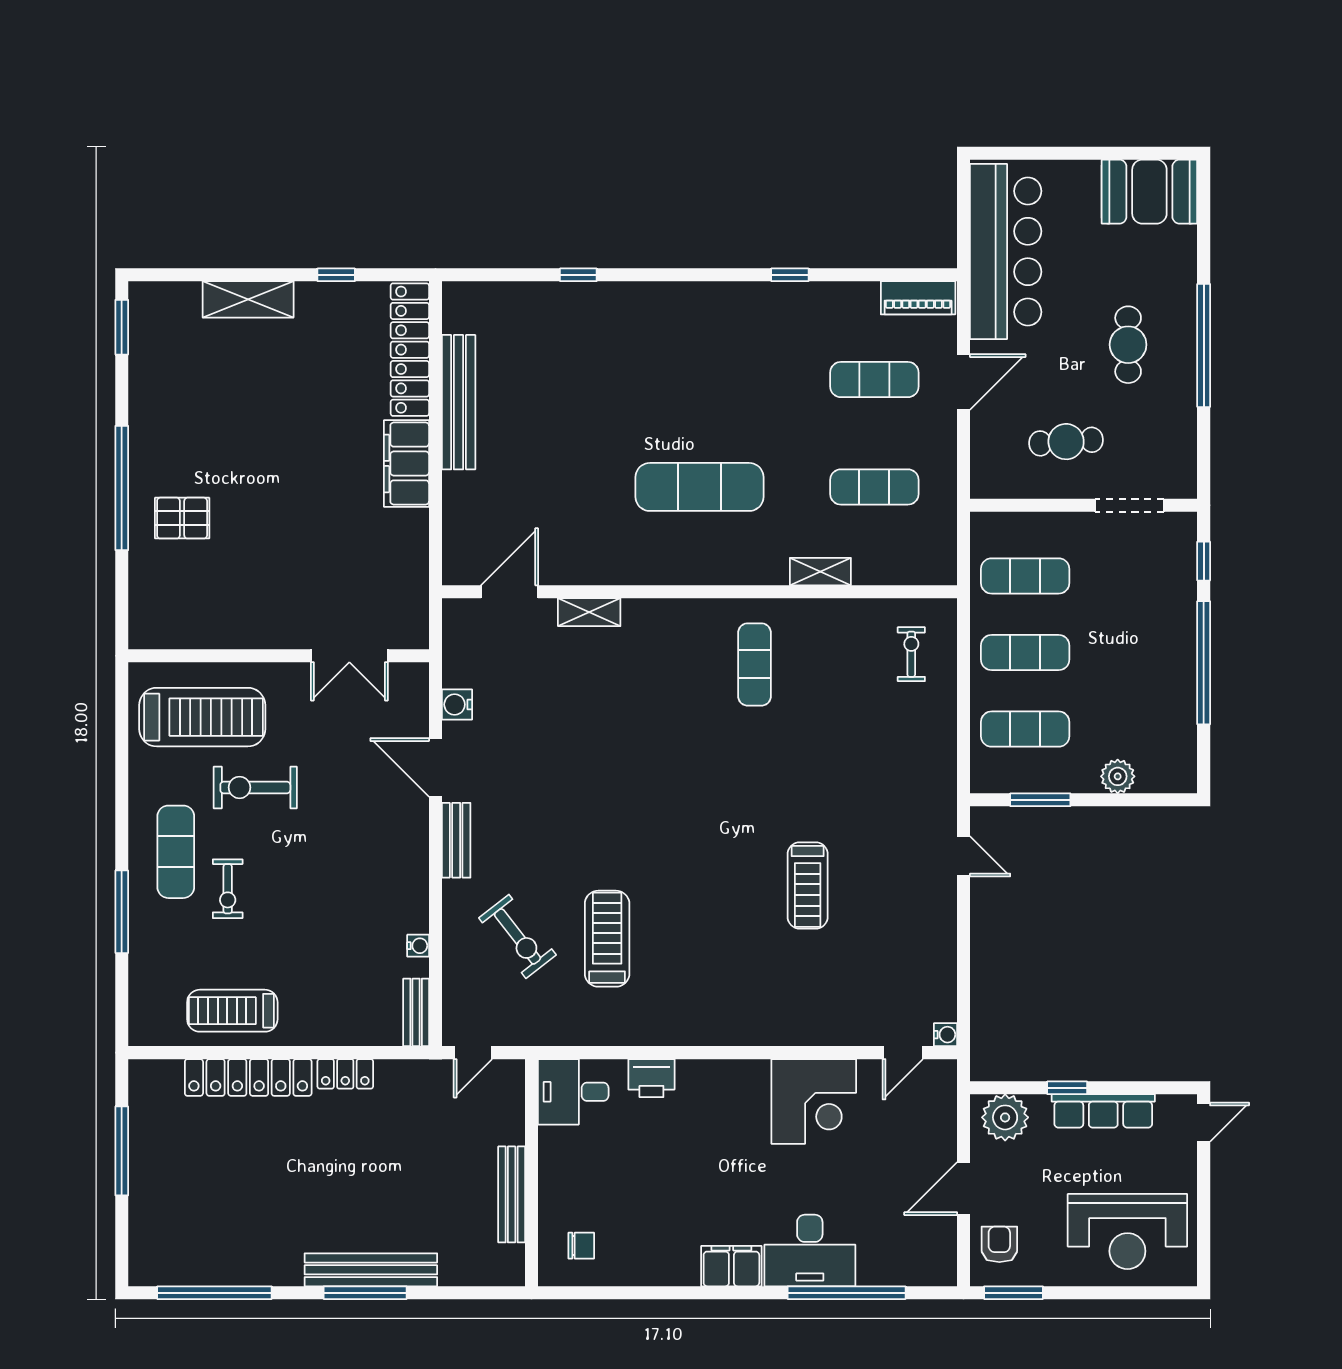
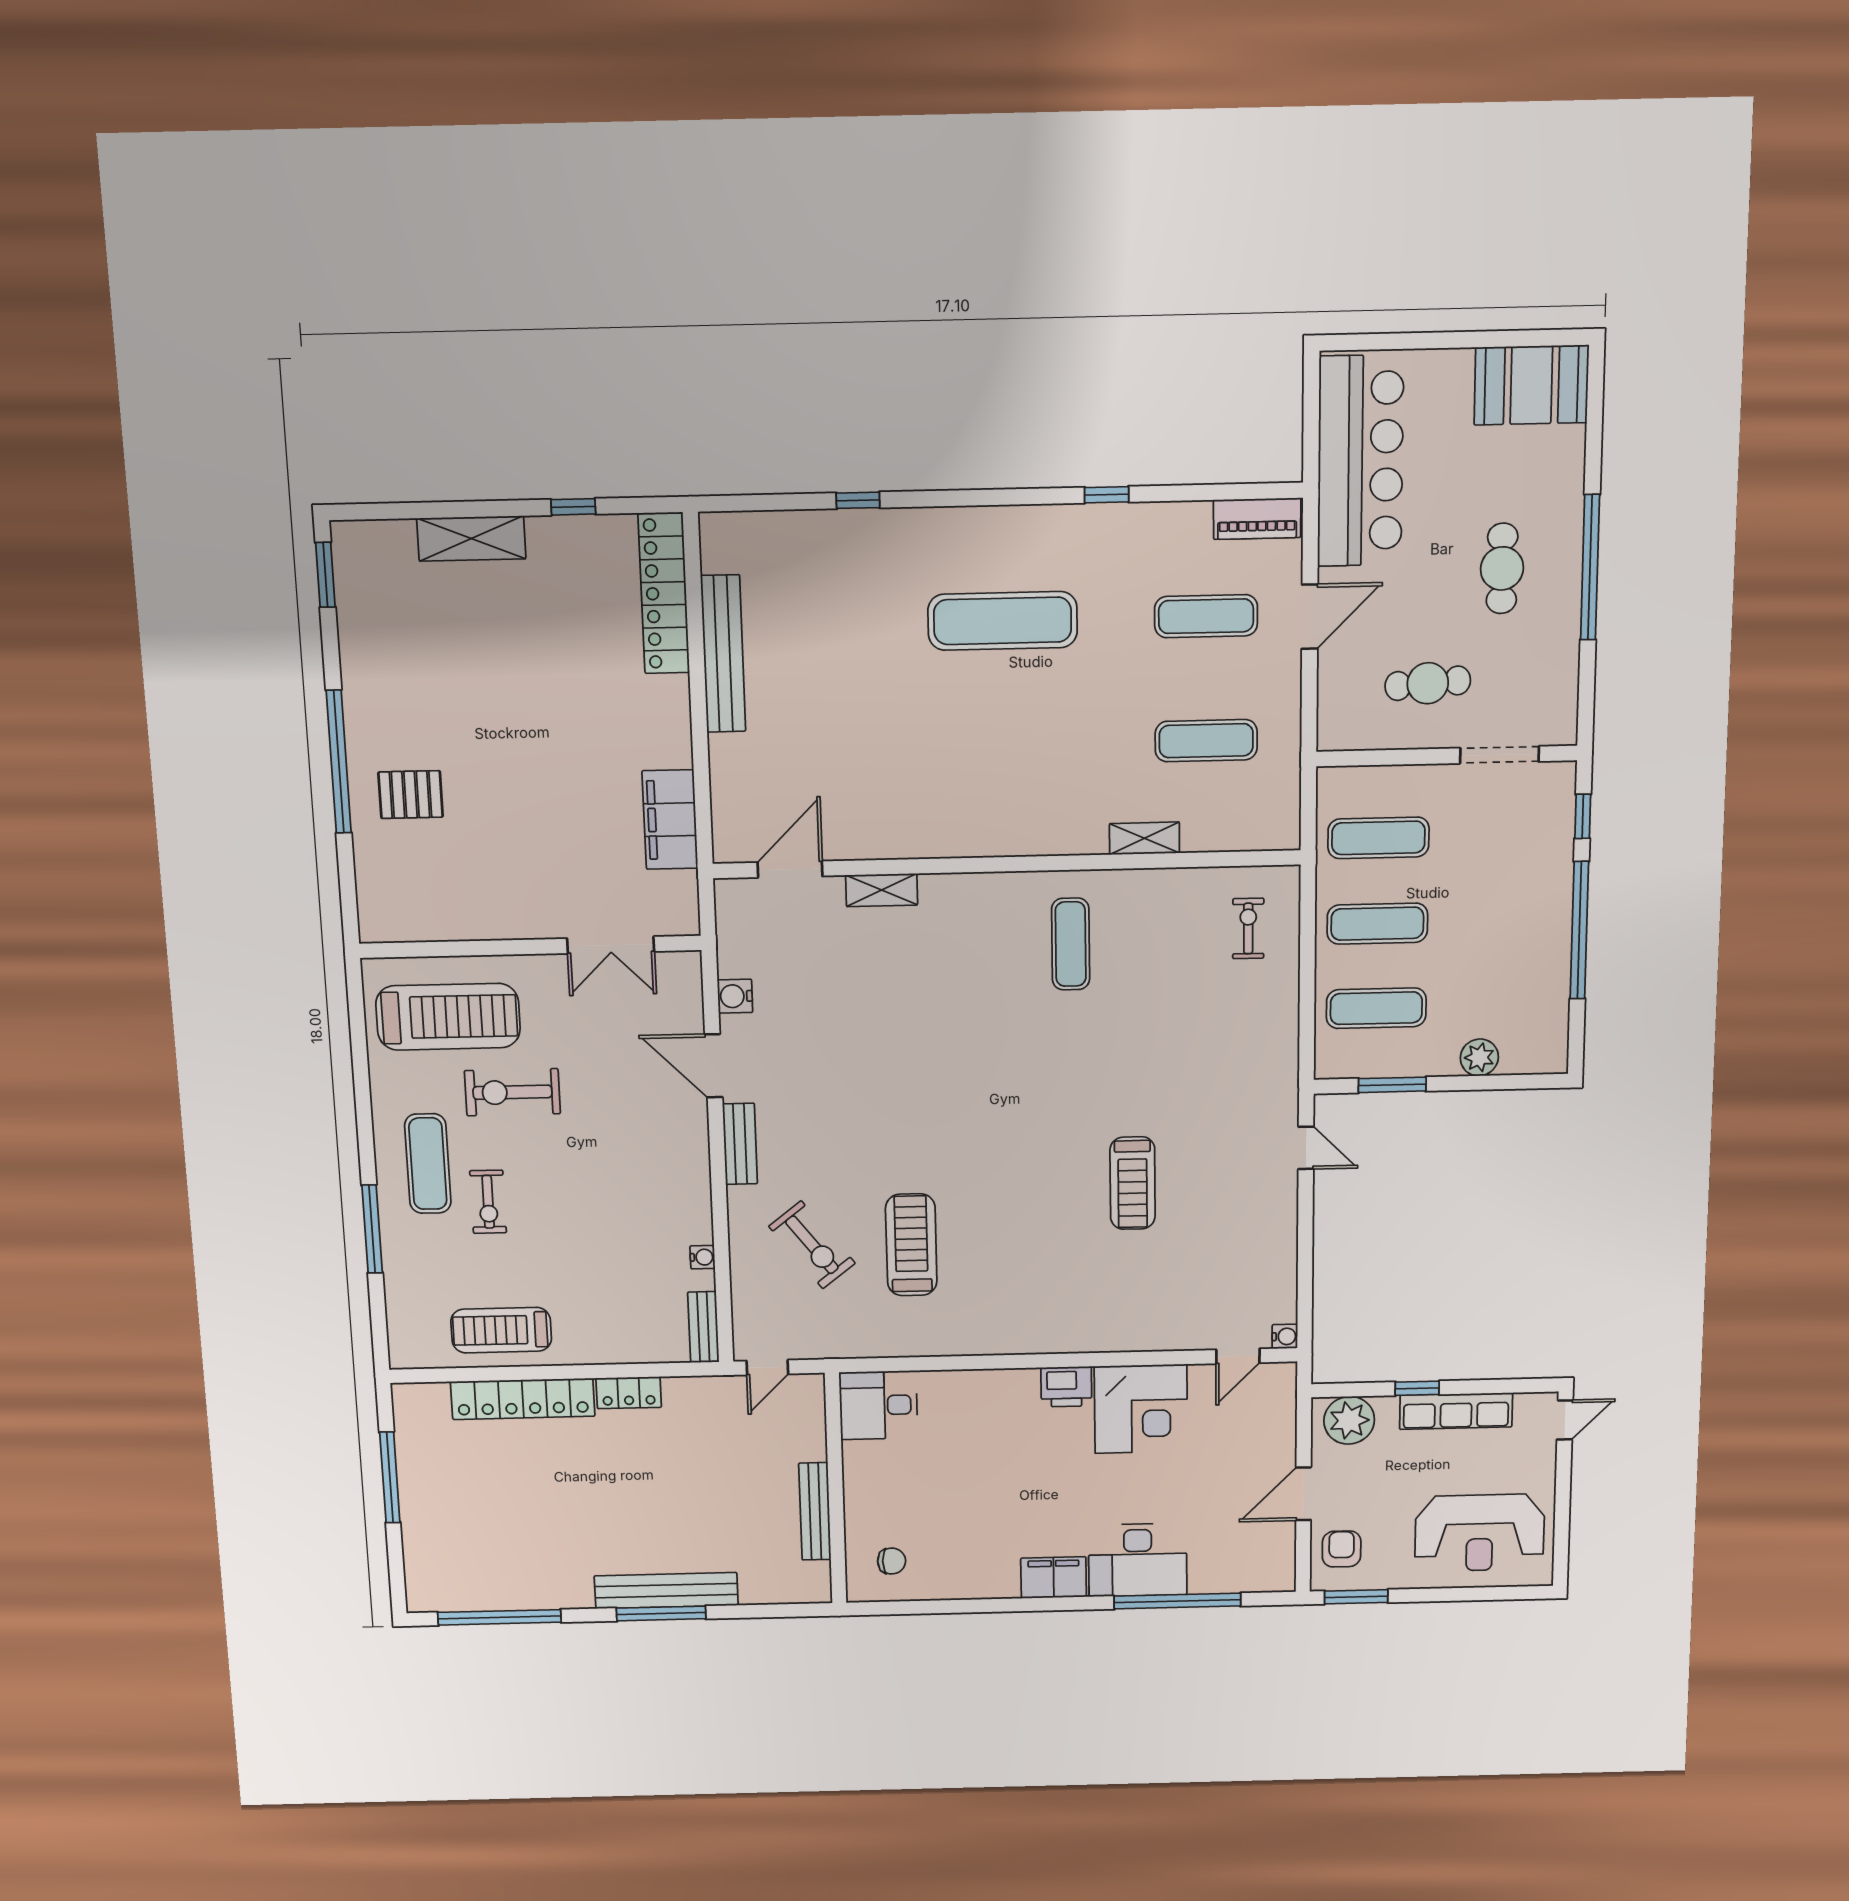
filing cabinet: (406, 463) -> (670, 820), moved
exercise mat: (699, 487) -> (1003, 621), moved
printer: (651, 1078) -> (1066, 1387), moved

